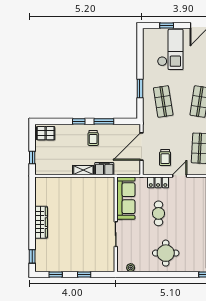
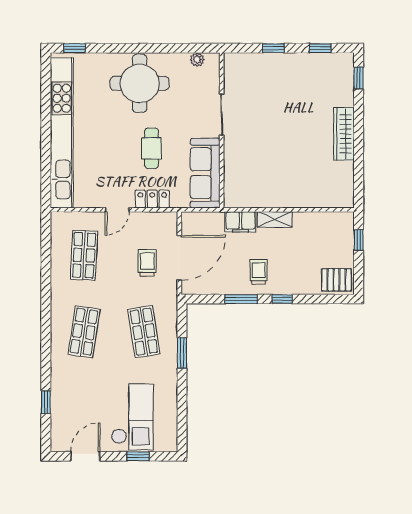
checkout: (170, 49) -> (132, 417), turned 180
trolley: (165, 158) -> (147, 263), moved
round table: (166, 253) -> (140, 83), width x1.36, depth x1.36

